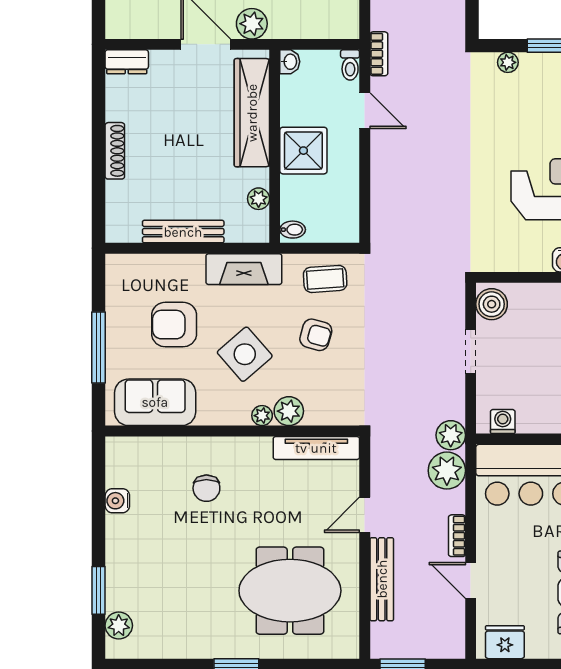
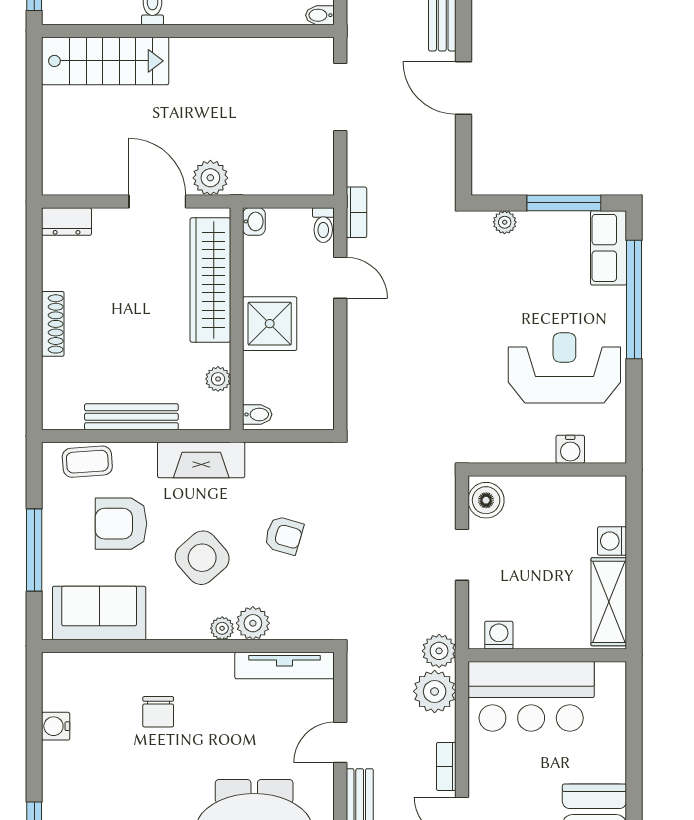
coffee table: (325, 279) -> (87, 462), moved

